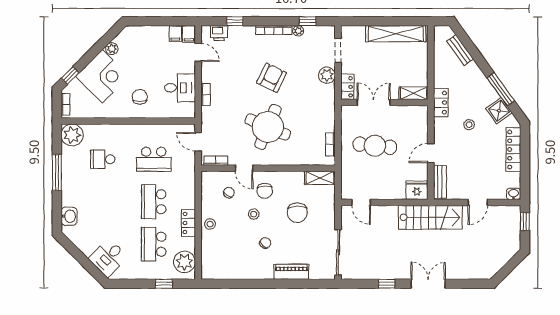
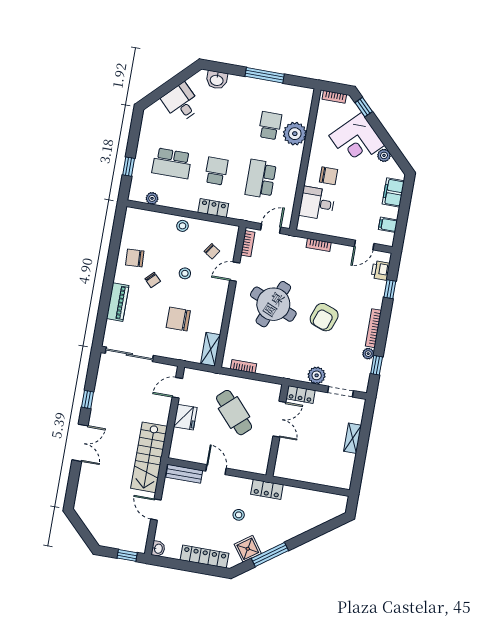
filing cabinet: (189, 34) -> (393, 192), moved, width x2.00
shelving: (396, 34) -> (352, 438), width x0.45, depth x0.75
bench: (460, 50) -> (318, 519), removed
armchair: (272, 78) -> (324, 317), turned 83
desk: (180, 88) -> (317, 203), moved, turned 90
shelving: (414, 93) -> (282, 463), removed
plant: (72, 135) -> (295, 134), moved
cafe table: (375, 146) -> (234, 413), turned -48
fridge: (417, 190) -> (185, 417), moved
chair: (265, 191) -> (135, 258), moved
school desk: (154, 202) -> (216, 171), width x0.54
locker: (188, 223) -> (213, 208), moved
school desk: (154, 244) -> (172, 163), turned 180
desk: (108, 258) -> (181, 103), moved
plant: (184, 262) -> (152, 198), width x0.53, depth x0.53

